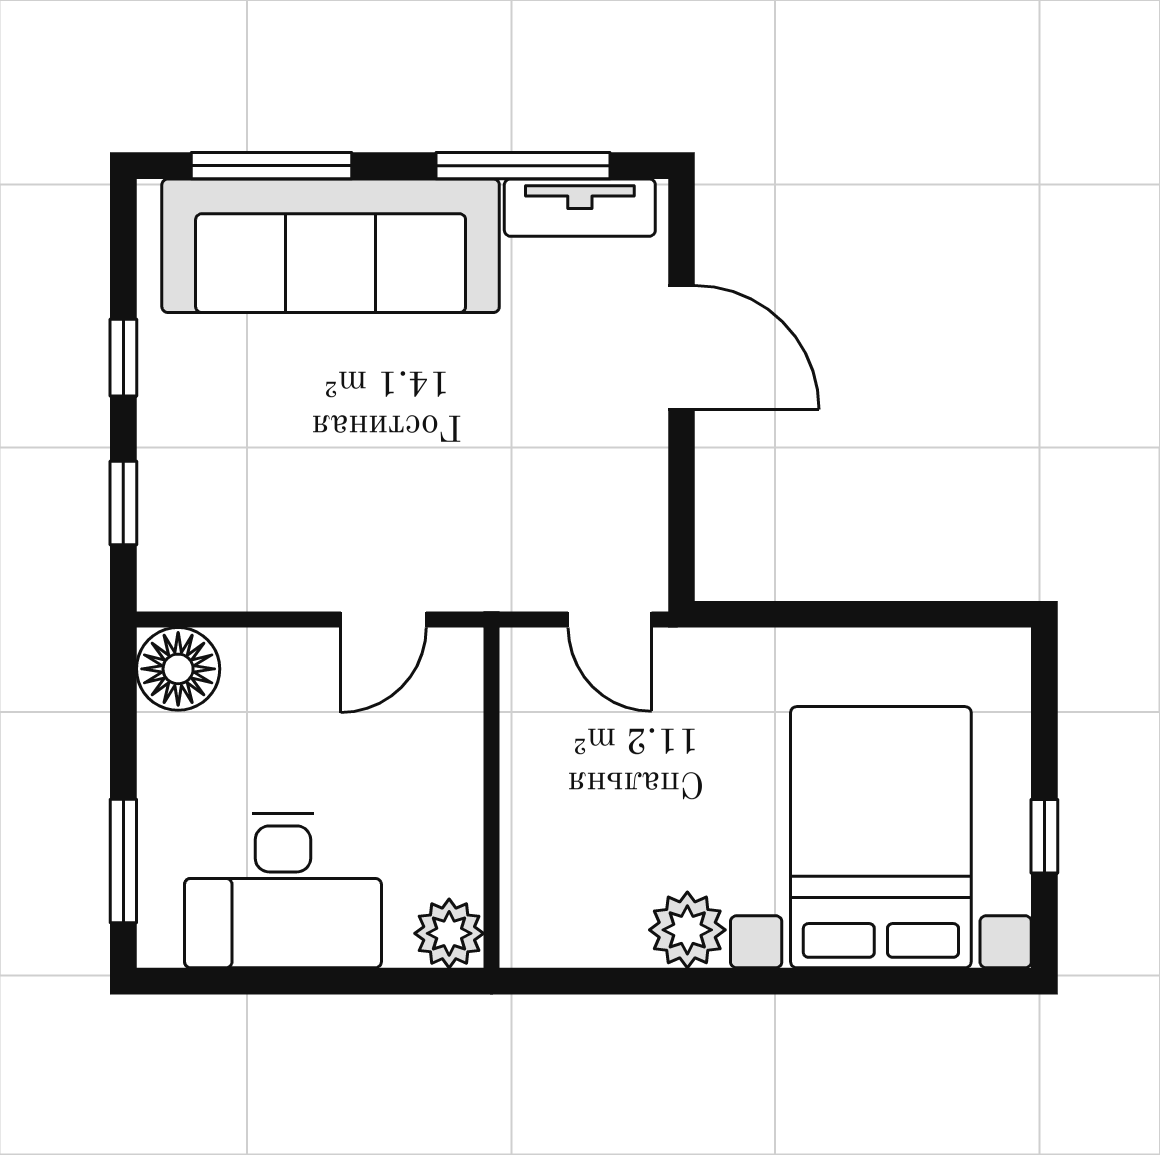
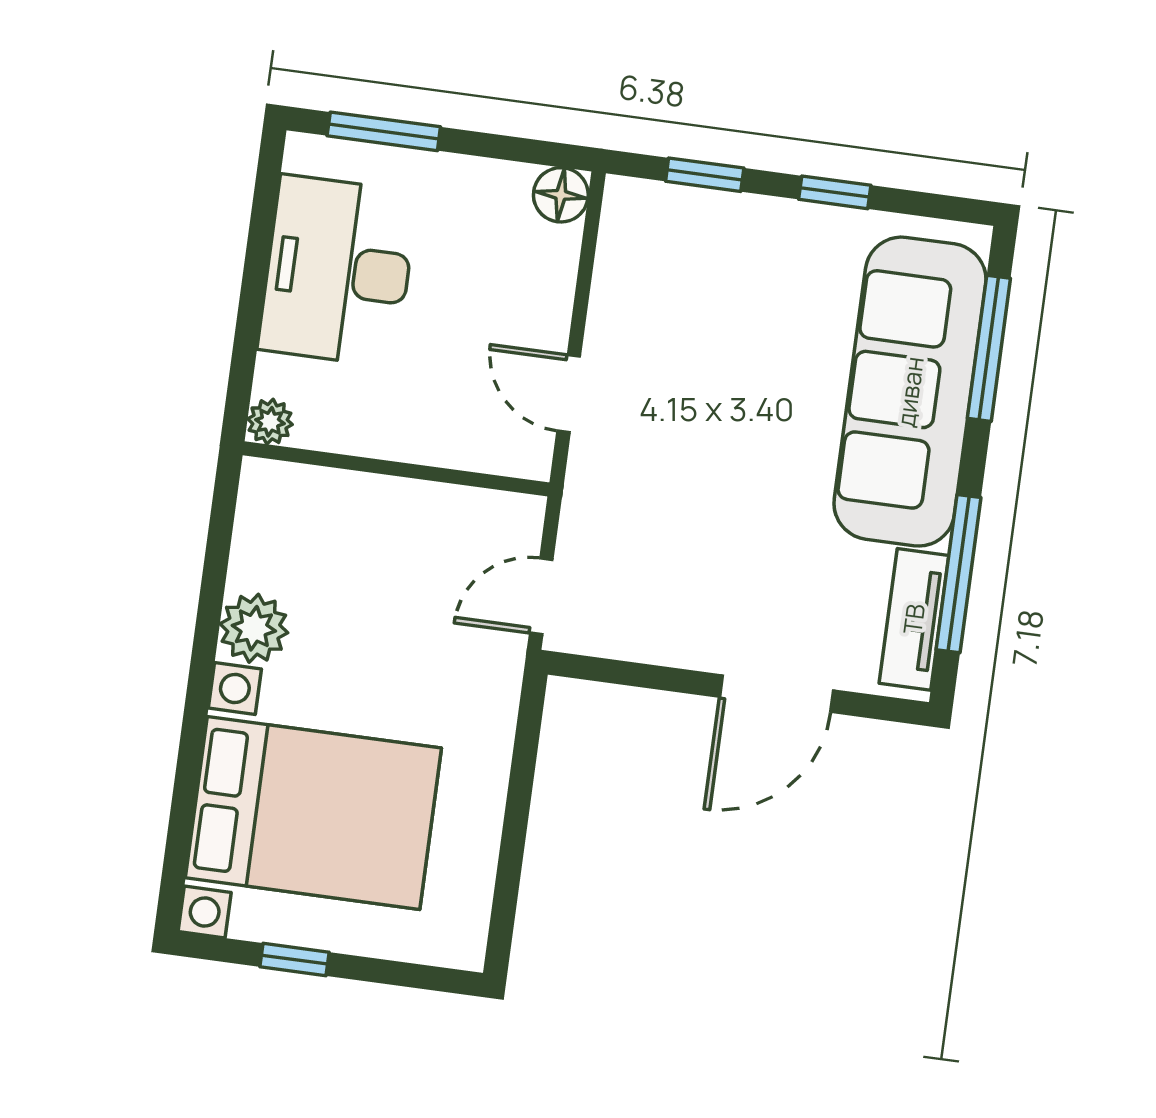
floor lamp: (178, 669) -> (561, 195), width x0.73, depth x0.73
plant: (449, 933) -> (270, 422), width x0.73, depth x0.73

